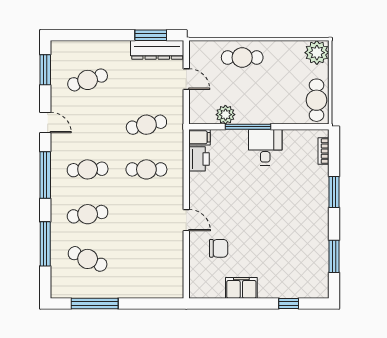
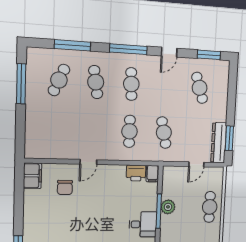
plant: (225, 115) -> (168, 207), moved
filing cabinet: (241, 288) -> (32, 176), moved

